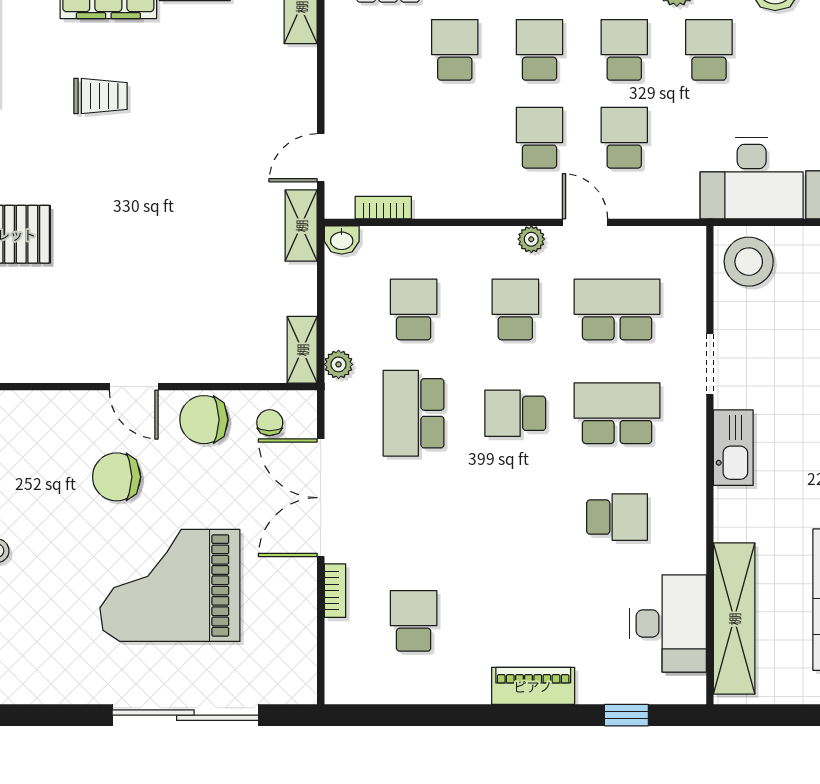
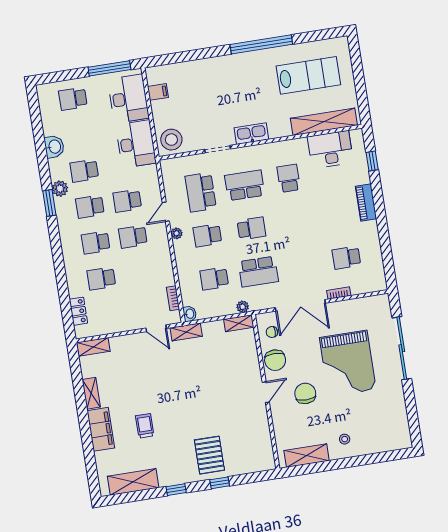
school desk: (515, 413) -> (251, 228), turned -90
school desk: (617, 413) -> (245, 185), turned 90
chair: (117, 477) -> (305, 393), turned 180

